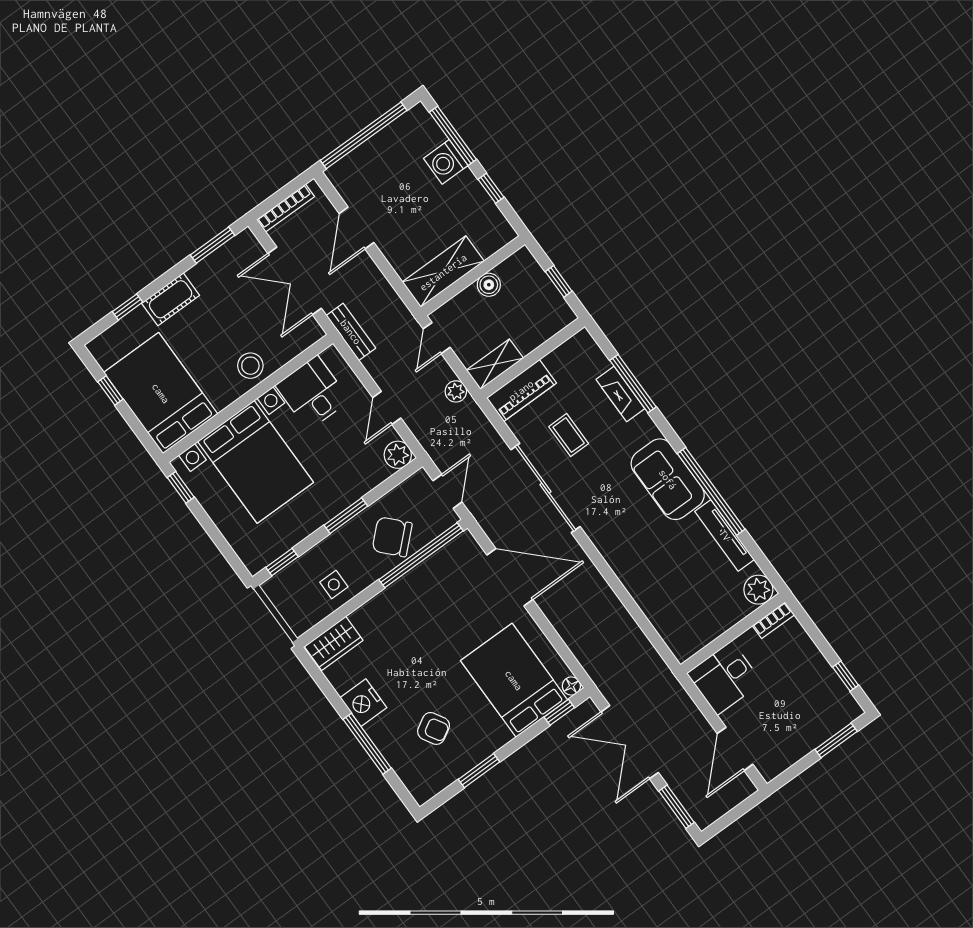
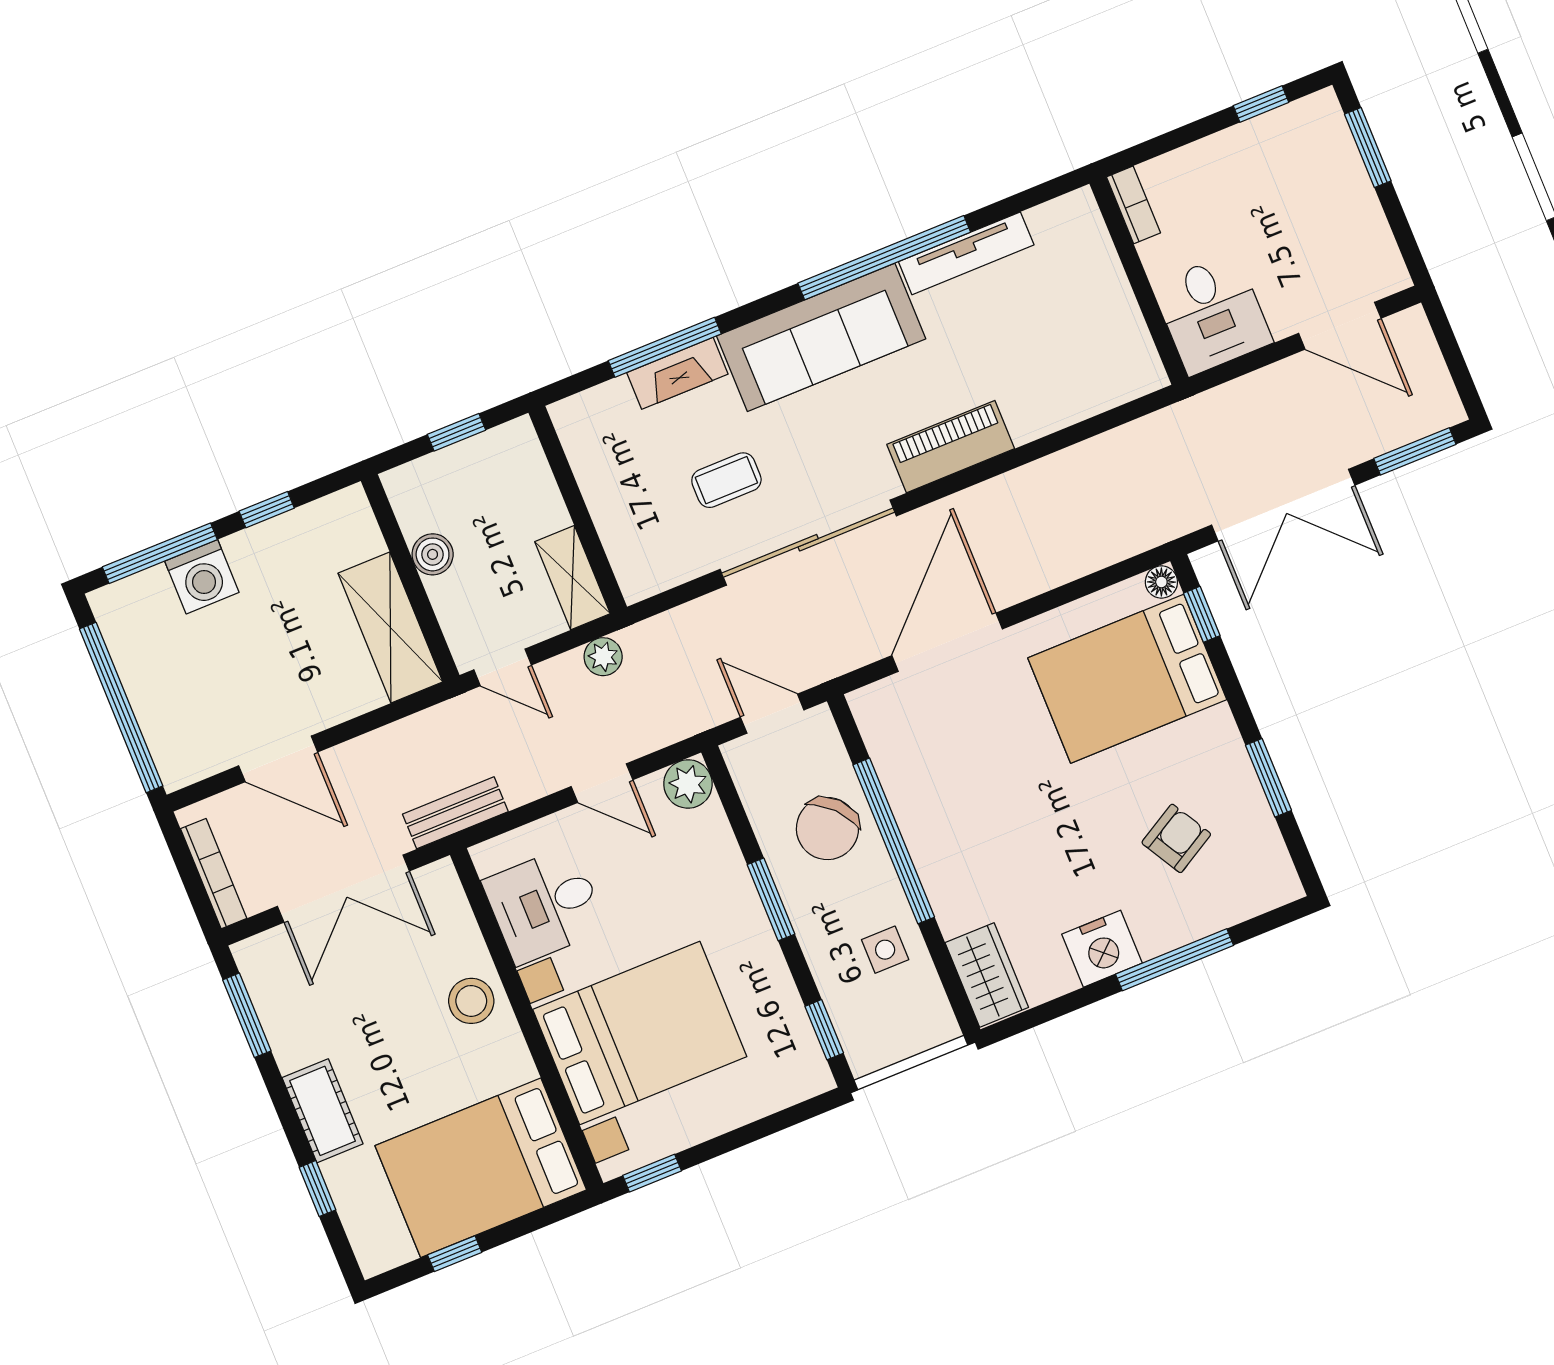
piano: (521, 390) -> (951, 447), moved, turned -90
sofa: (668, 479) -> (821, 337), width x1.36
window: (421, 555) -> (894, 841), moved
plant: (758, 590) -> (1074, 218), removed

